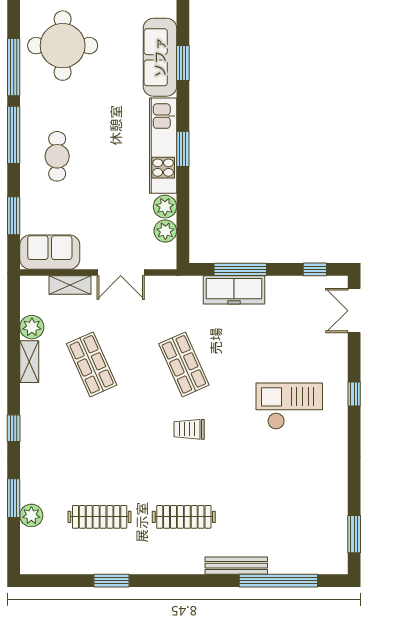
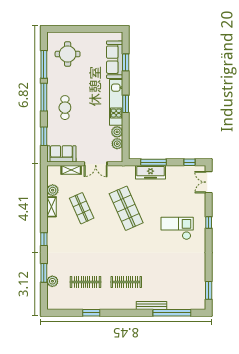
round table: (63, 46) -> (68, 54), width x0.73, depth x0.73
shop shelf: (184, 364) -> (126, 208), width x1.43, depth x1.36
trolley: (189, 429) -> (129, 240), removed

